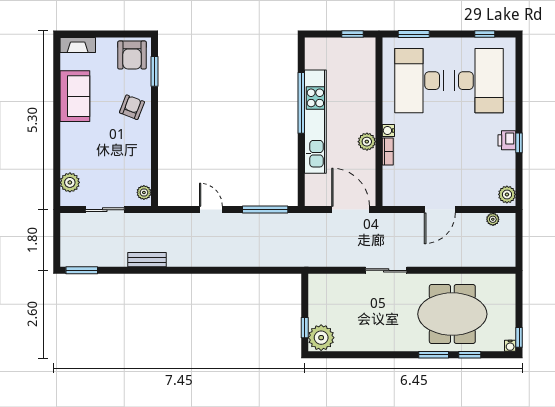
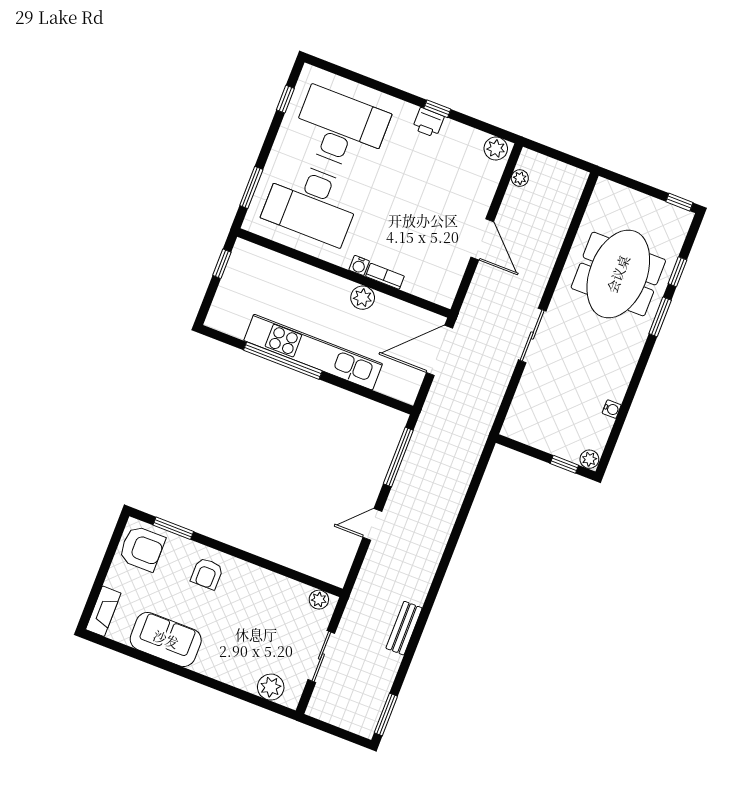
armchair: (132, 107) -> (207, 574), turned -111
plant: (321, 338) -> (589, 459), width x0.53, depth x0.53
water cooler: (510, 346) -> (612, 409), moved

